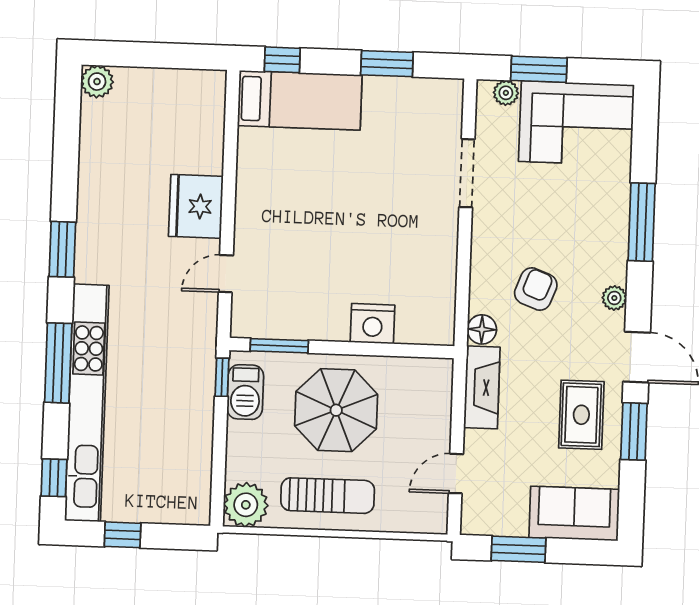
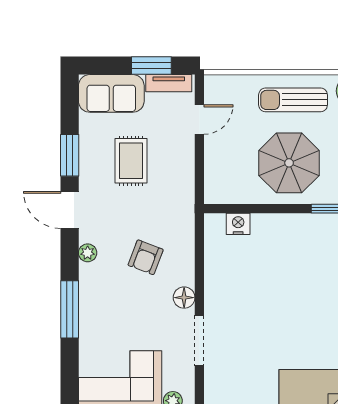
nightstand: (373, 324) -> (238, 224), moved, width x0.74, depth x0.75
floor lamp: (482, 329) -> (184, 298), moved
fireplace: (482, 387) -> (182, 184), removed
rug: (581, 415) -> (131, 161), moved
tv unit: (496, 524) -> (169, 83), added

